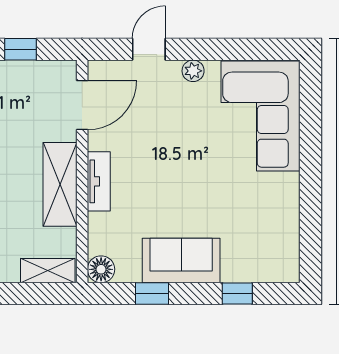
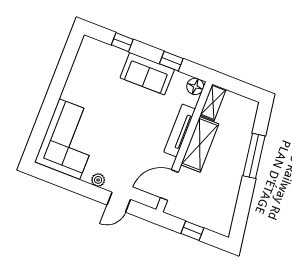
tv unit: (99, 181) -> (180, 130), width x1.41
shelving: (48, 271) -> (213, 102), moved, turned 90

